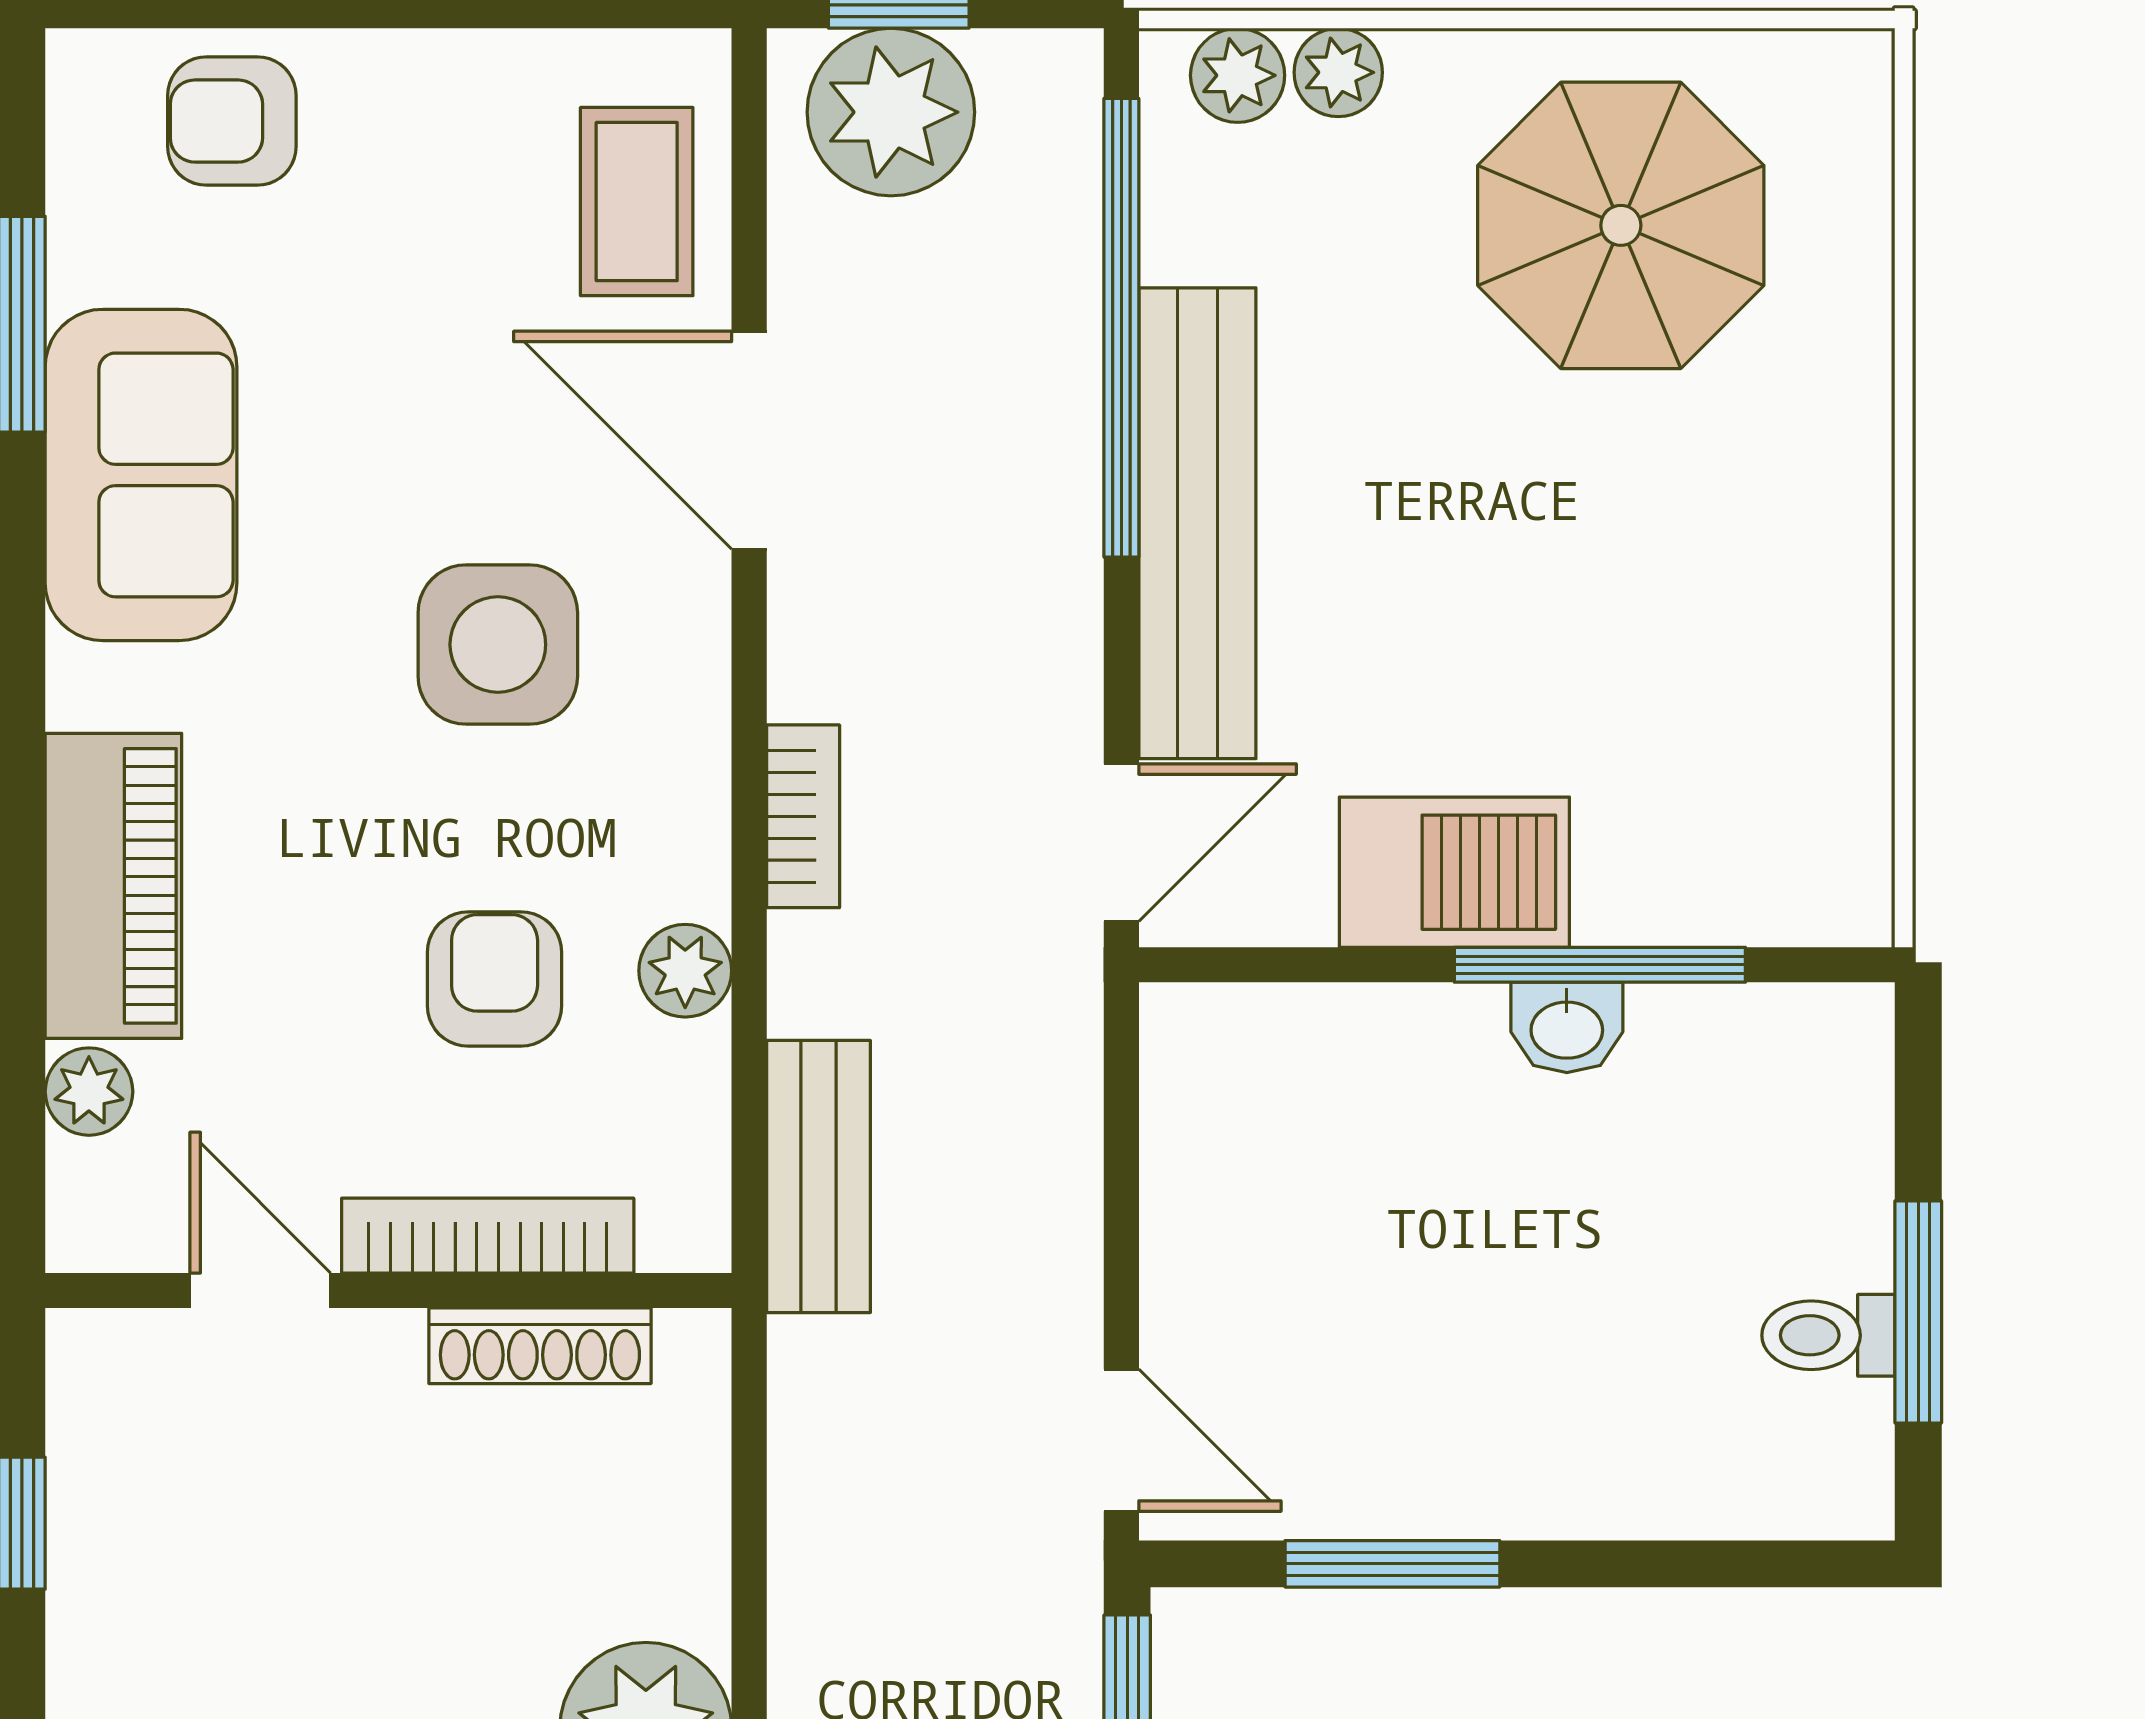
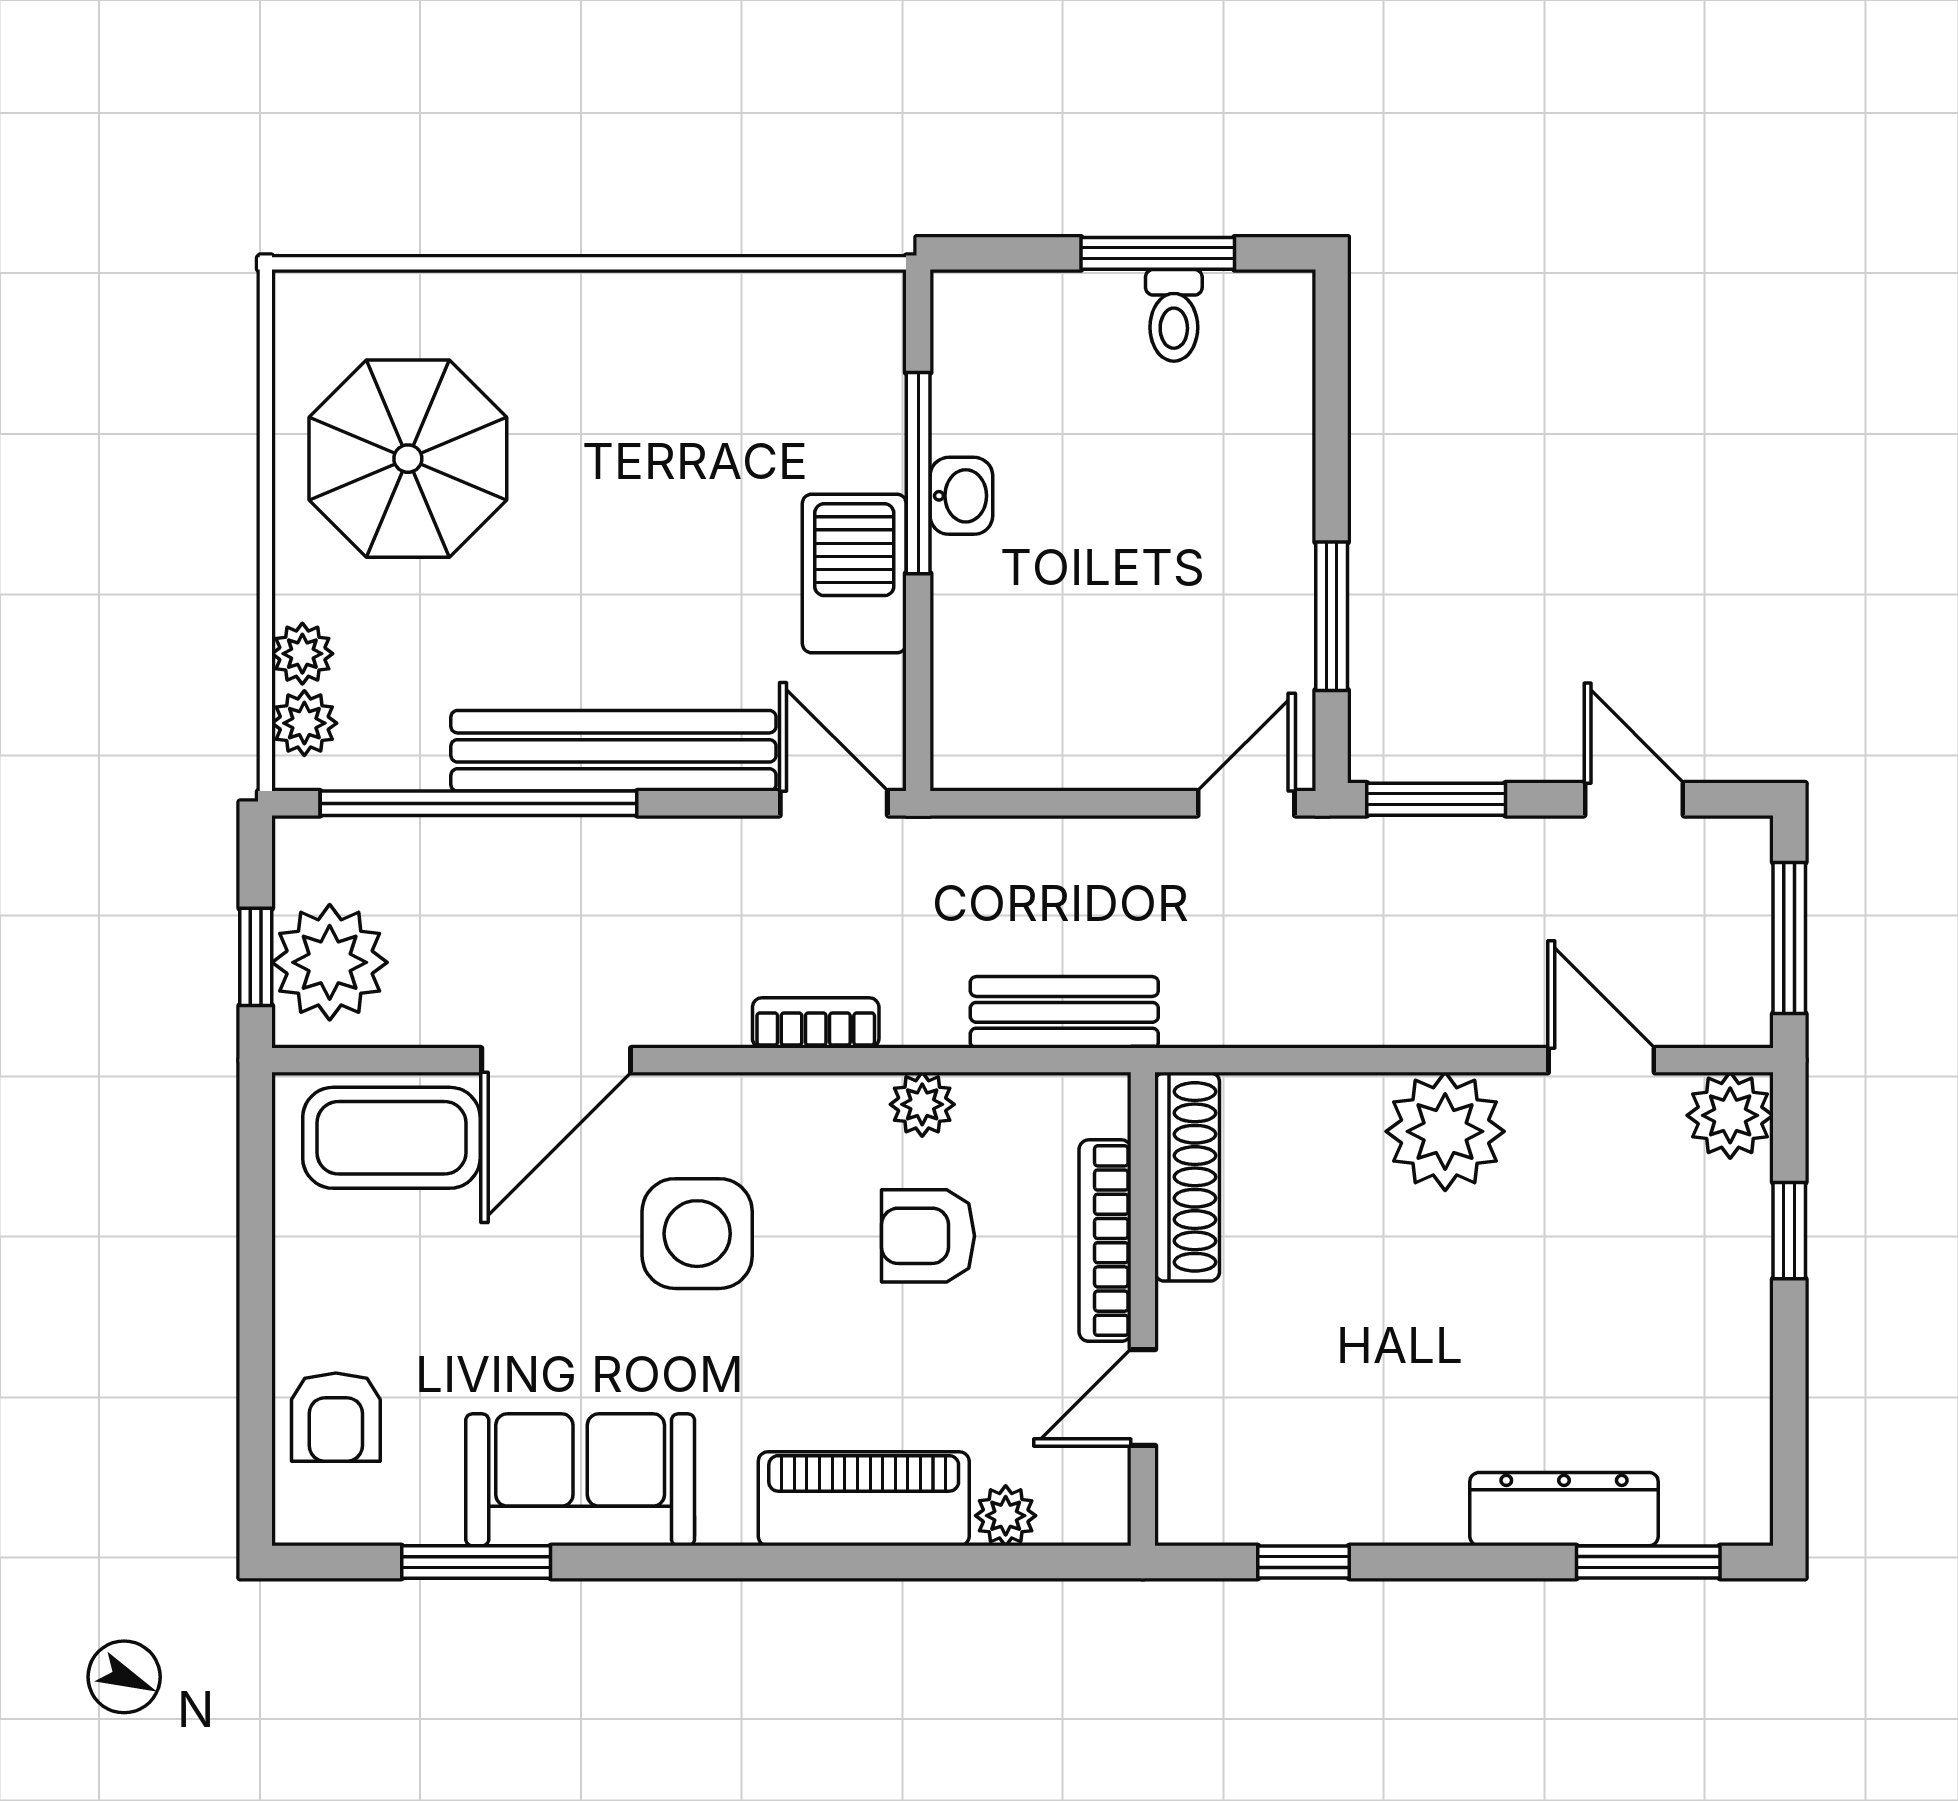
coffee table: (637, 202) -> (391, 1138), width x1.36, depth x1.30
shoe rack: (540, 1346) -> (1187, 1177), width x1.36, depth x1.24

